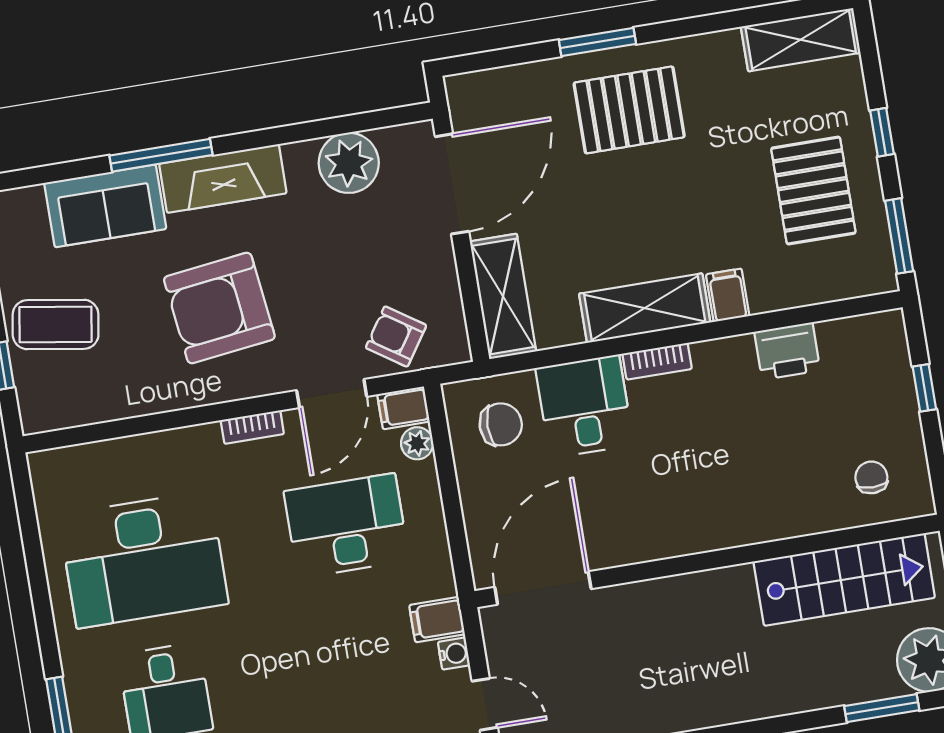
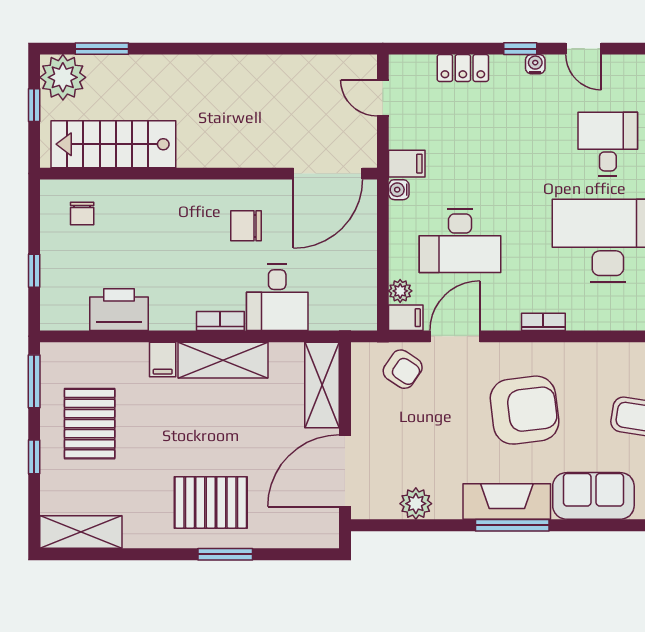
window: (161, 155) -> (512, 525), moved
plant: (349, 163) -> (416, 504), width x0.73, depth x0.73
printer: (787, 351) -> (119, 310), width x1.37, depth x1.19
chair: (501, 424) -> (246, 226), moved
bookcase: (252, 427) -> (543, 322), moved
water cooler: (454, 654) -> (399, 190), moved

